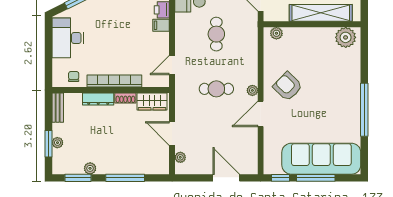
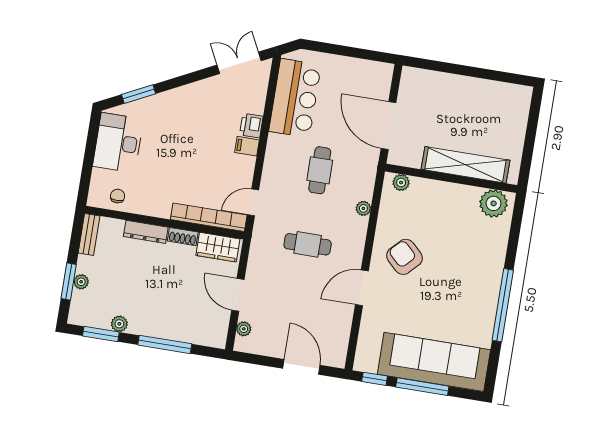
bookcase: (114, 81) -> (209, 217), moved
plant: (252, 90) -> (363, 208), moved

